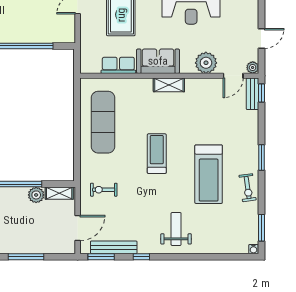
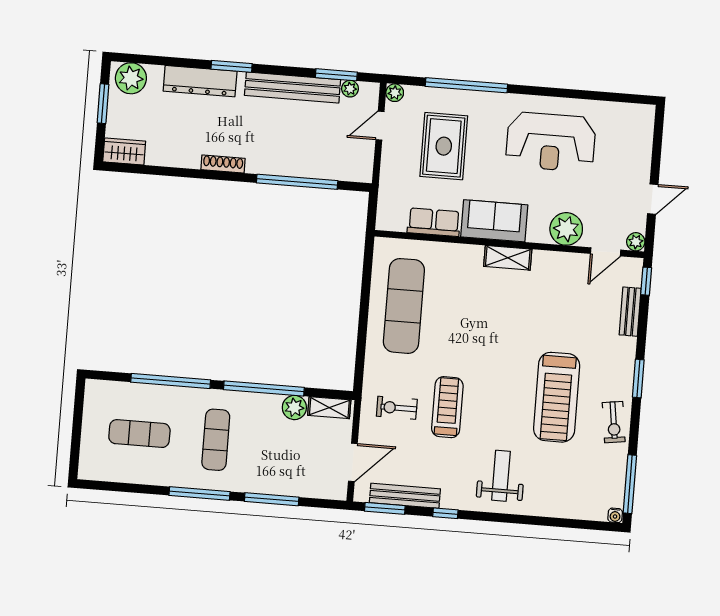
bench: (253, 94) -> (630, 312), moved
treadmill: (157, 154) -> (447, 407), moved
window: (262, 228) -> (630, 484), width x1.44

